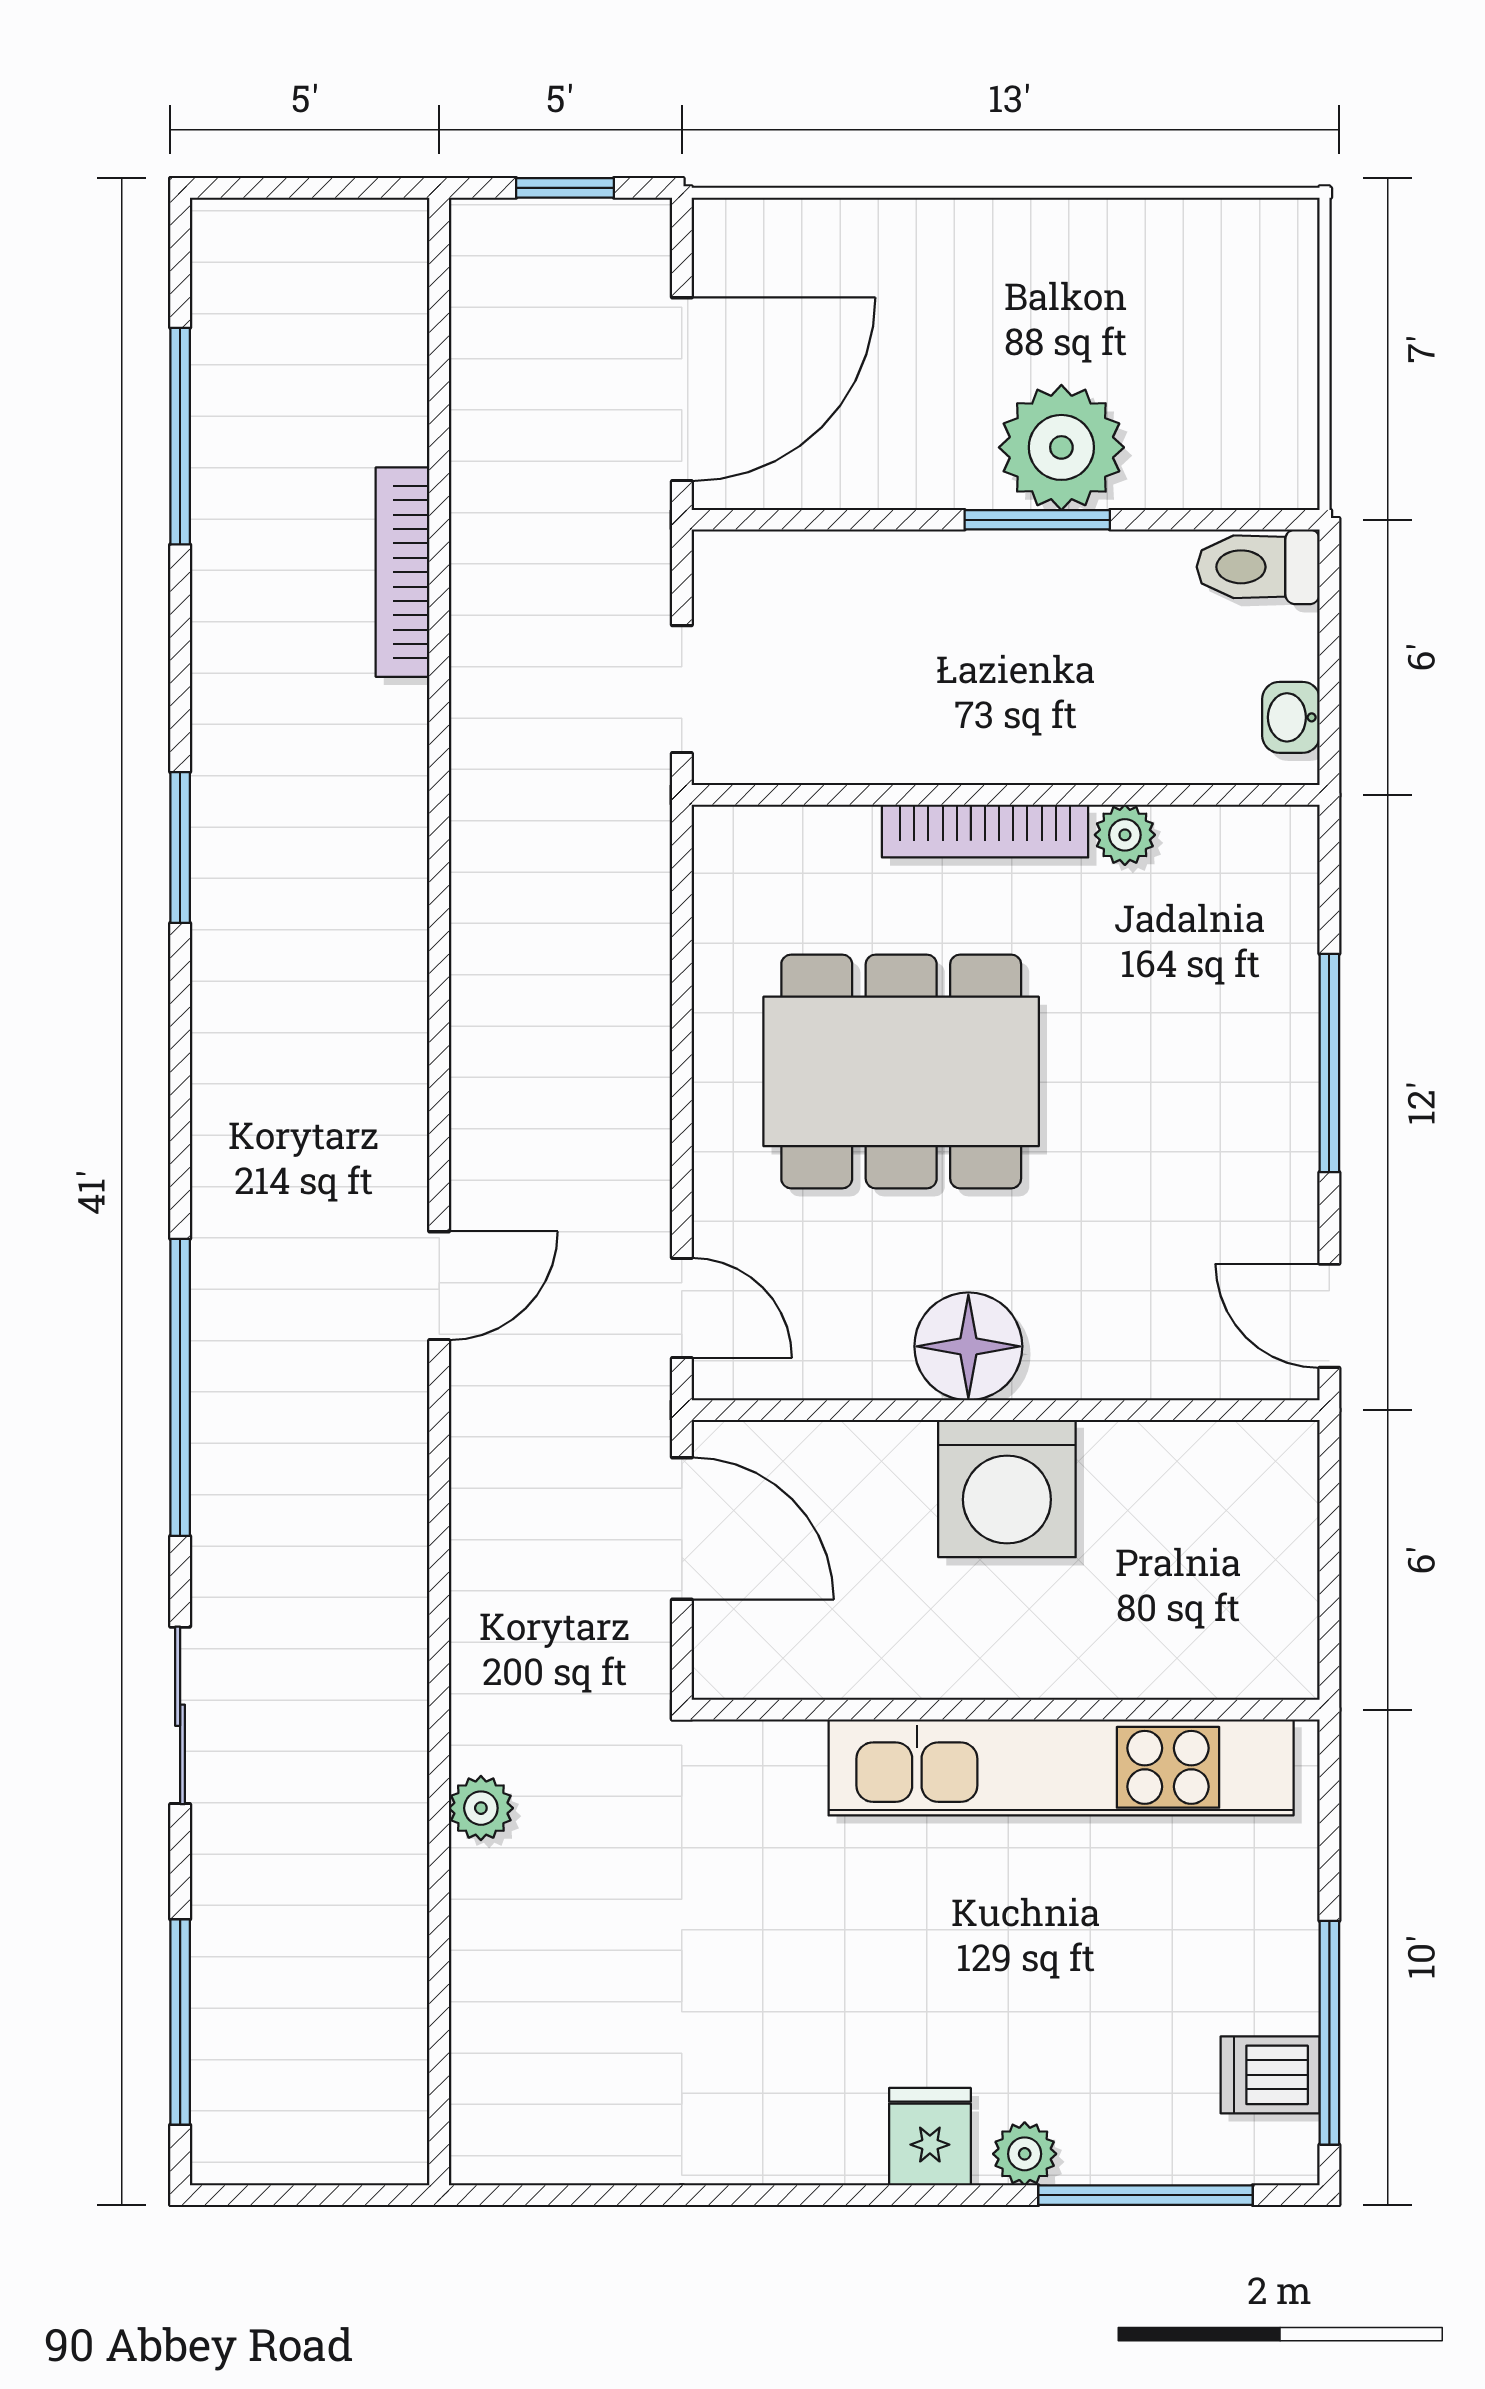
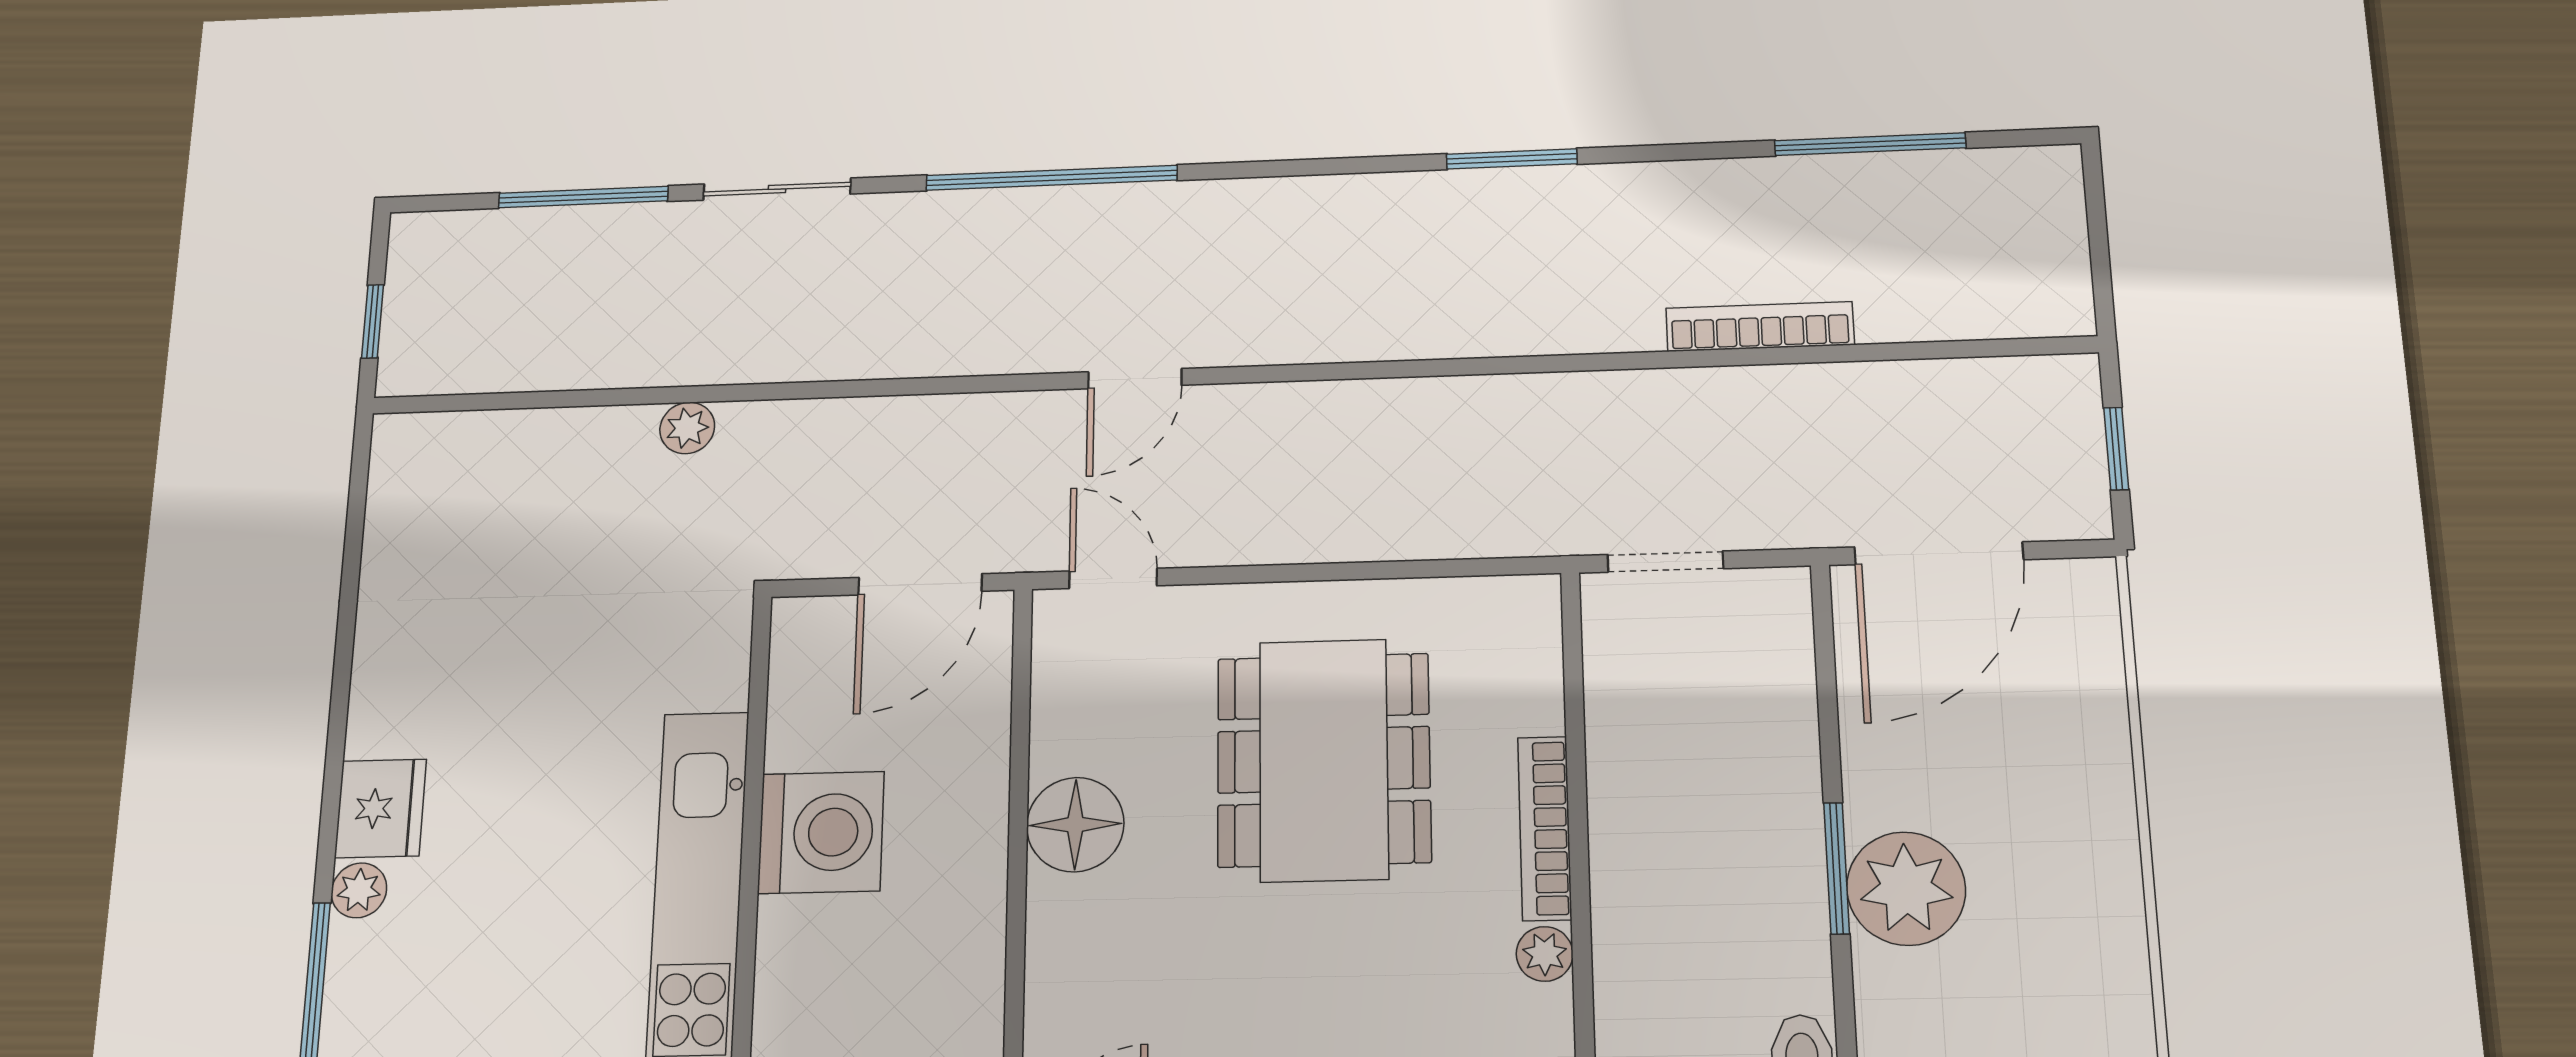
door: (682, 389) -> (1939, 553), hinge flipped
door: (439, 1286) -> (1135, 379), hinge flipped
door: (682, 1308) -> (1113, 578), swing flipped
washing machine: (1007, 1489) -> (821, 832), moved, turned 180
window: (180, 2022) -> (583, 197), moved
fridge: (930, 2137) -> (381, 808), width x1.38
window: (331, 2195) -> (373, 321), added

